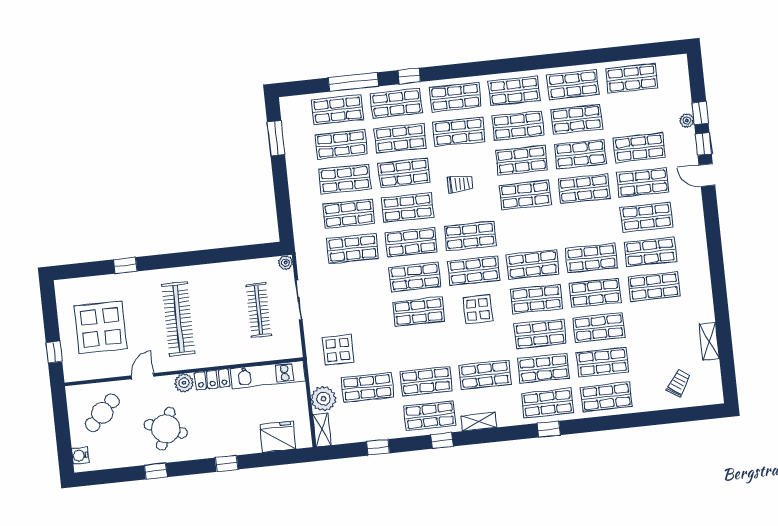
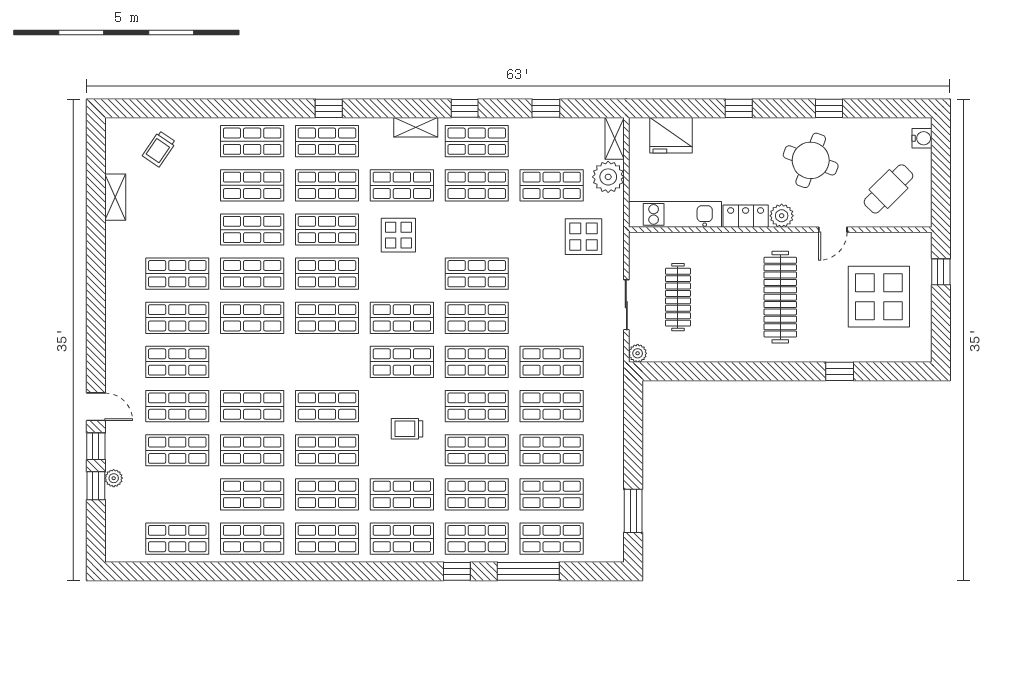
display table: (478, 309) -> (398, 235), moved

